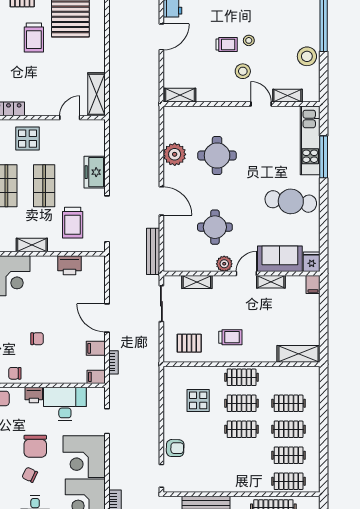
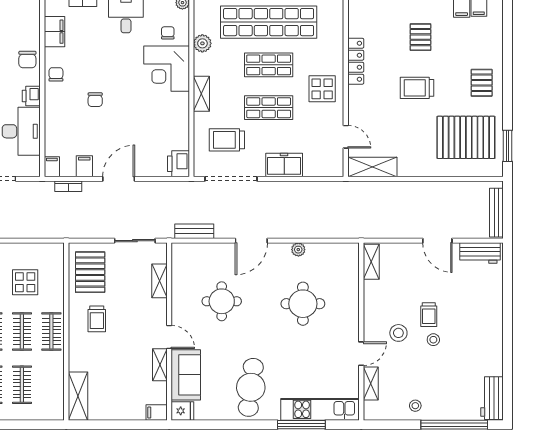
trolley: (34, 38) -> (417, 88), moved
stool: (307, 56) -> (415, 406), width x0.53, depth x0.53
plant: (175, 154) -> (298, 250), width x0.53, depth x0.53
bench: (153, 251) -> (194, 231), width x0.73
plant: (224, 264) -> (180, 312), removed
printer: (70, 265) -> (179, 164), moved
pallet: (189, 343) -> (90, 272), width x1.50, depth x1.42

